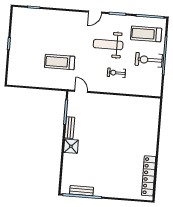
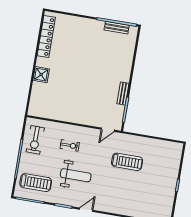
exercise bike: (149, 60) -> (35, 140), moved, turned 91
door: (81, 91) -> (108, 130), hinge flipped
shower: (71, 146) -> (41, 75), moved

